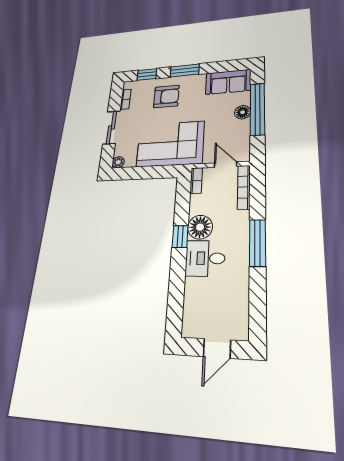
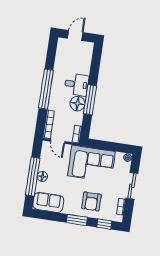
armchair: (166, 97) -> (91, 201), turned -90
window: (180, 237) -> (90, 100), width x2.17
window: (257, 243) -> (46, 89), width x1.46

